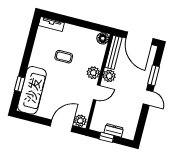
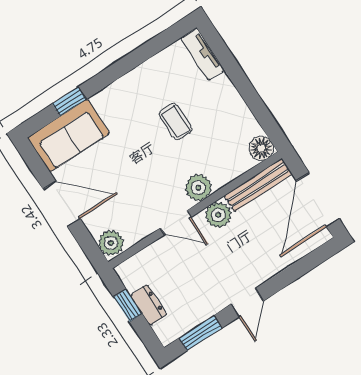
window: (154, 75) -> (201, 333), moved
sofa: (32, 90) -> (69, 135), width x0.73
door: (62, 126) -> (62, 204), moved

